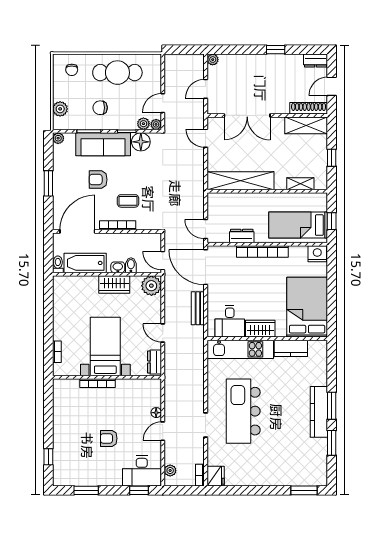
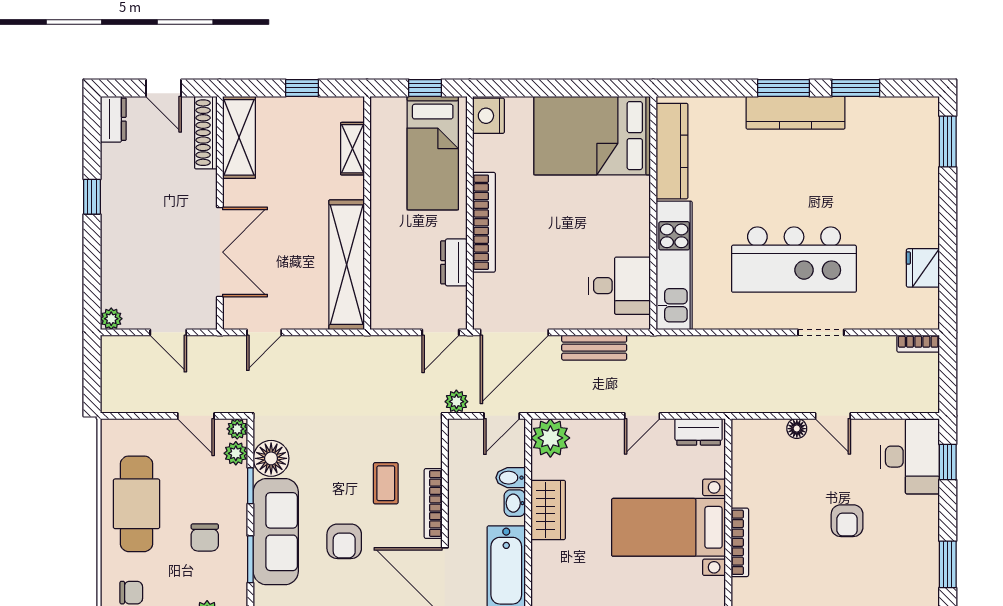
wardrobe: (260, 329) -> (634, 226), removed
kitchen counter: (291, 348) -> (672, 151), width x1.50
plant: (170, 471) -> (456, 402), moved
fridge: (216, 476) -> (923, 268), moved, turned -90

